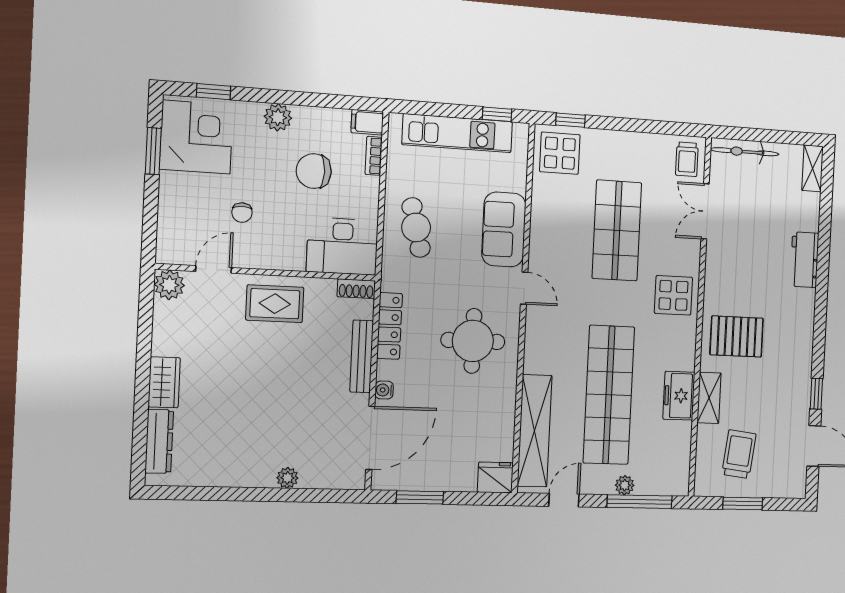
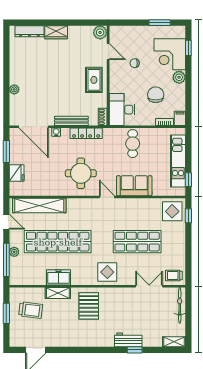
corner desk: (196, 137) -> (170, 54), moved, turned 90
cafe table: (416, 227) -> (133, 144), turned -76
door: (524, 288) -> (107, 197), swing flipped
window: (816, 394) -> (135, 350), moved
fridge: (495, 477) -> (17, 173), moved

